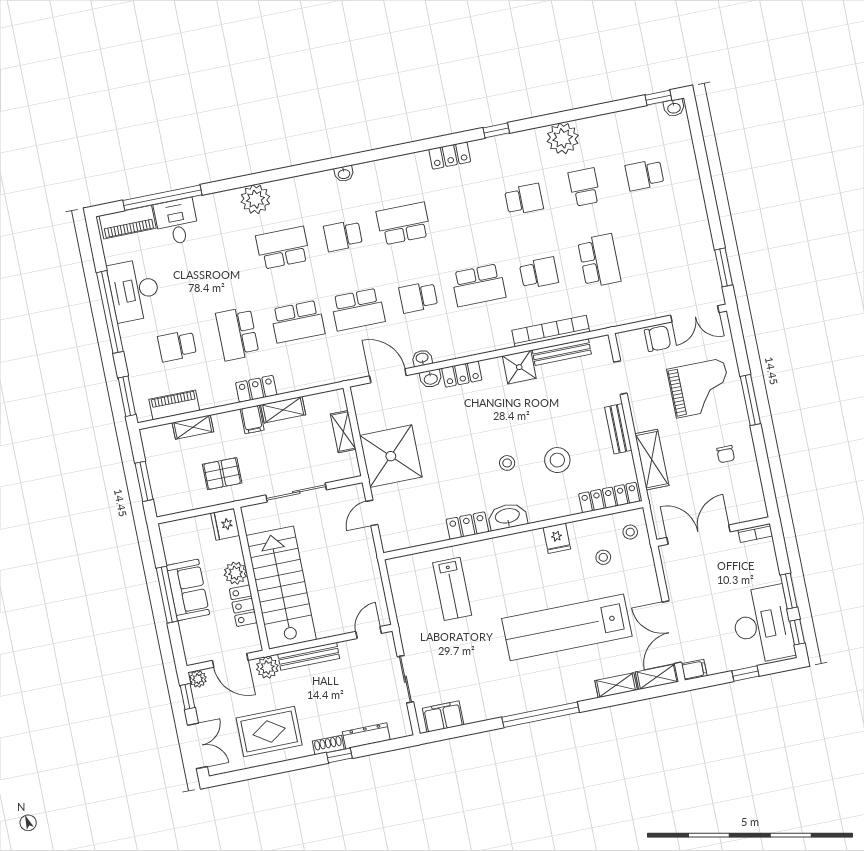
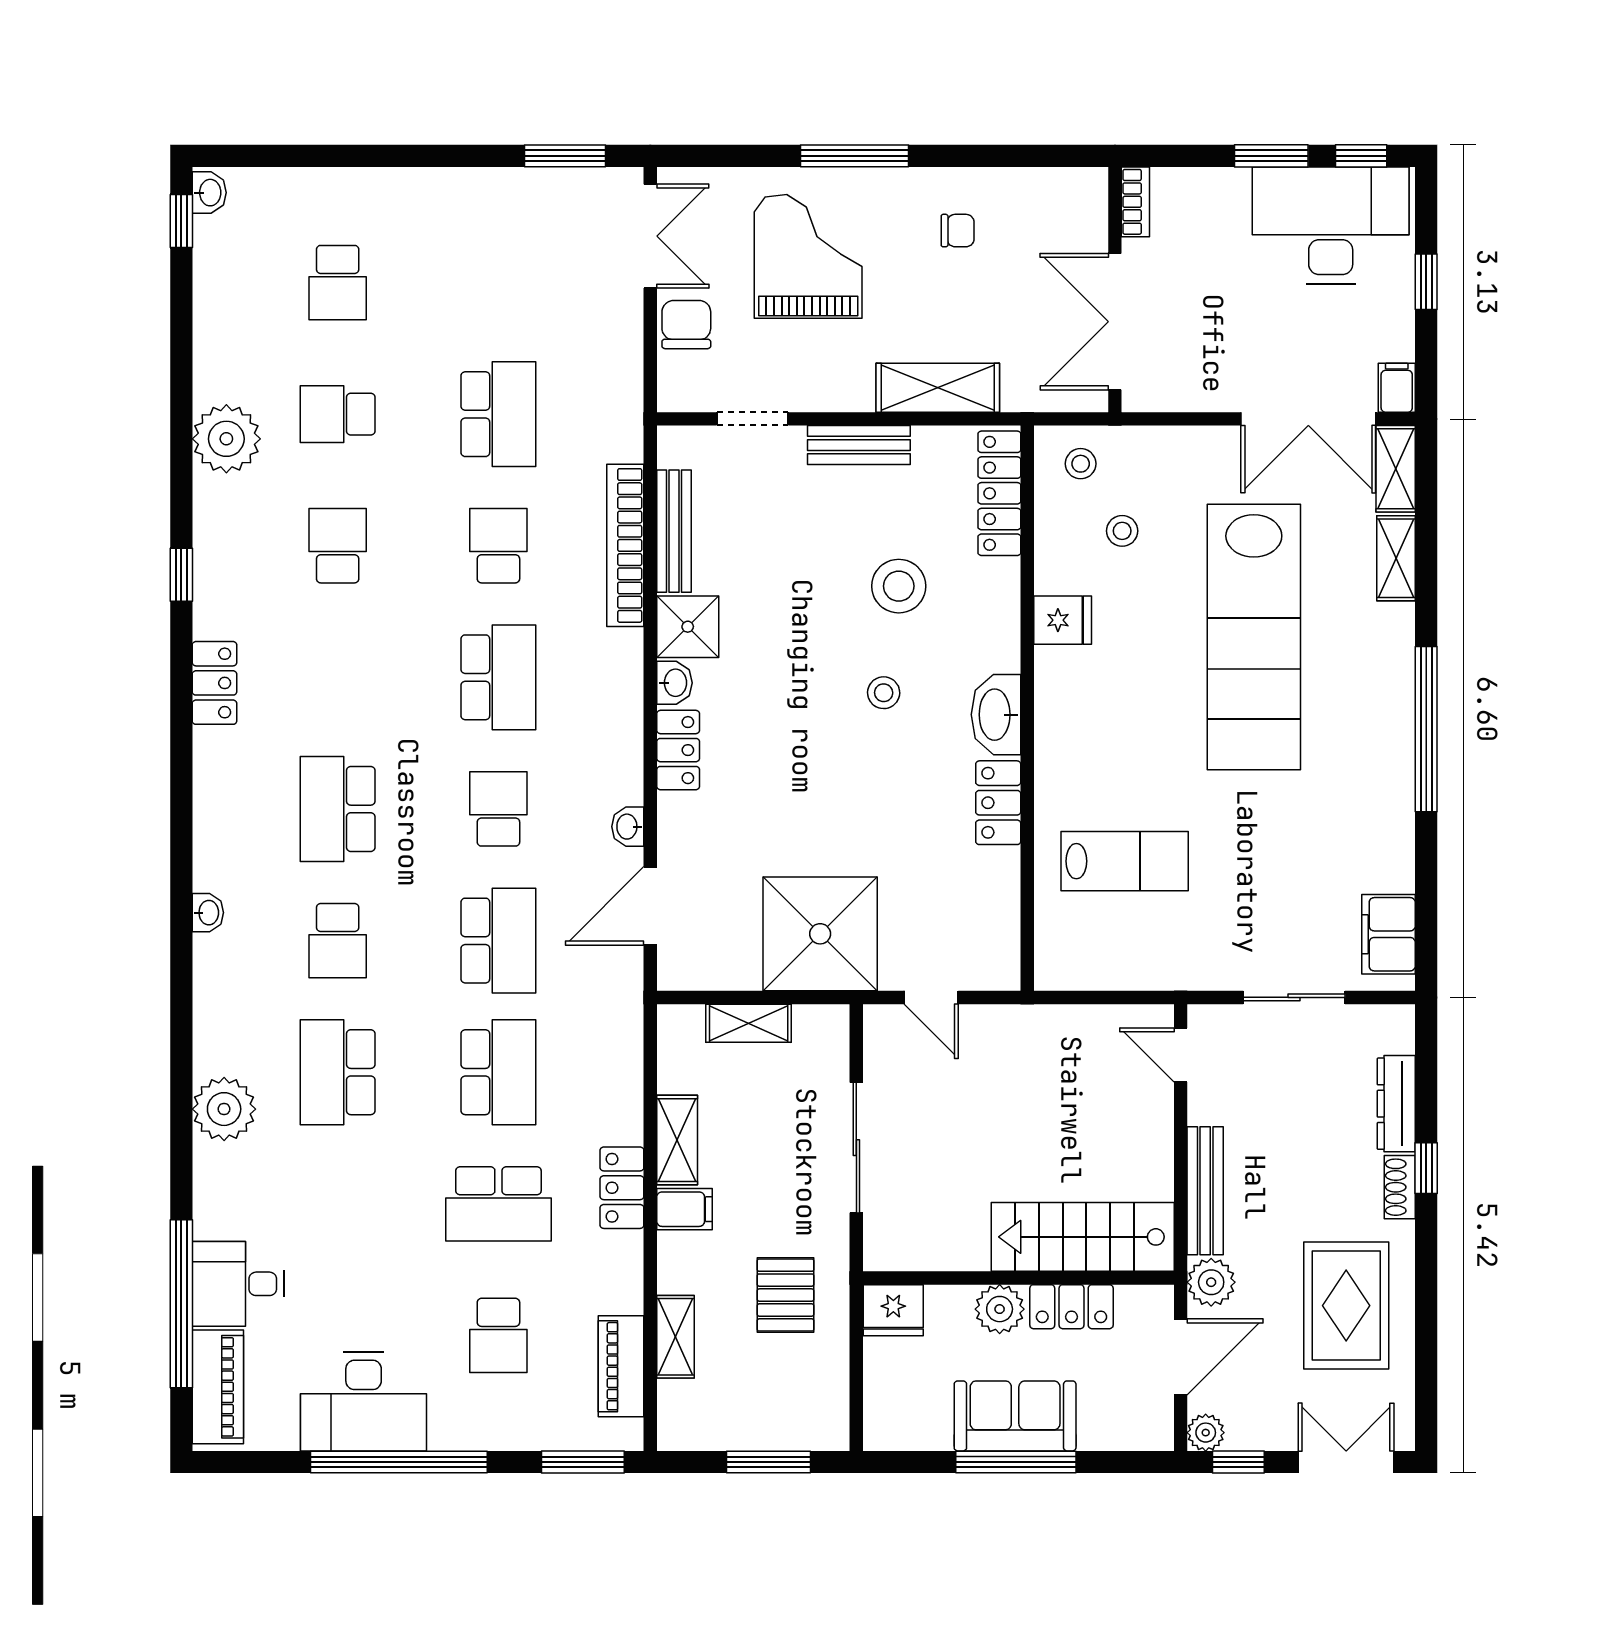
school desk: (599, 261) -> (498, 414), turned 90
school desk: (418, 297) -> (498, 809), turned 180
washbasin: (431, 379) -> (674, 683), moved
stairs: (281, 588) -> (1083, 1237), width x0.73, depth x0.66

